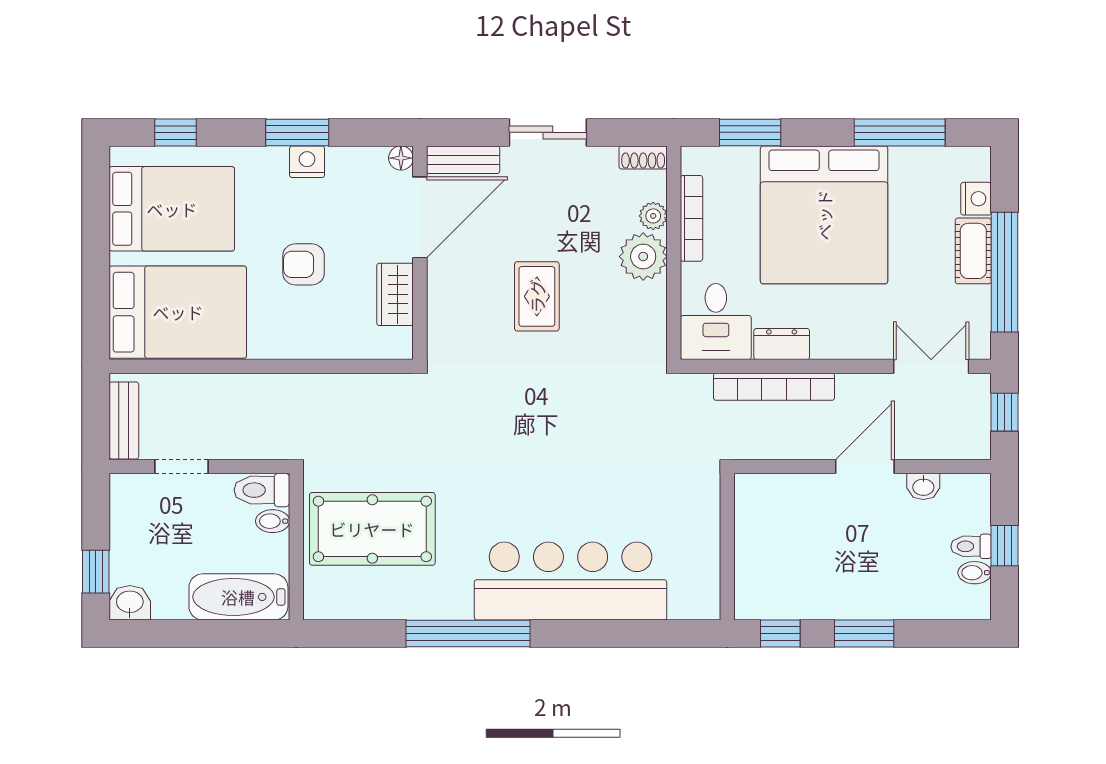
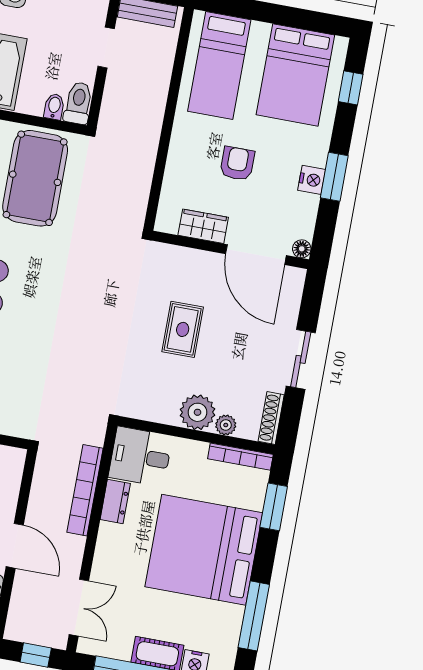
shoe rack: (643, 157) -> (271, 418), width x1.43
bench: (463, 160) -> (292, 294), removed
bookcase: (692, 218) -> (240, 457), moved
rug: (537, 296) -> (183, 329), turned 90
bed: (178, 312) -> (219, 65), width x0.67

